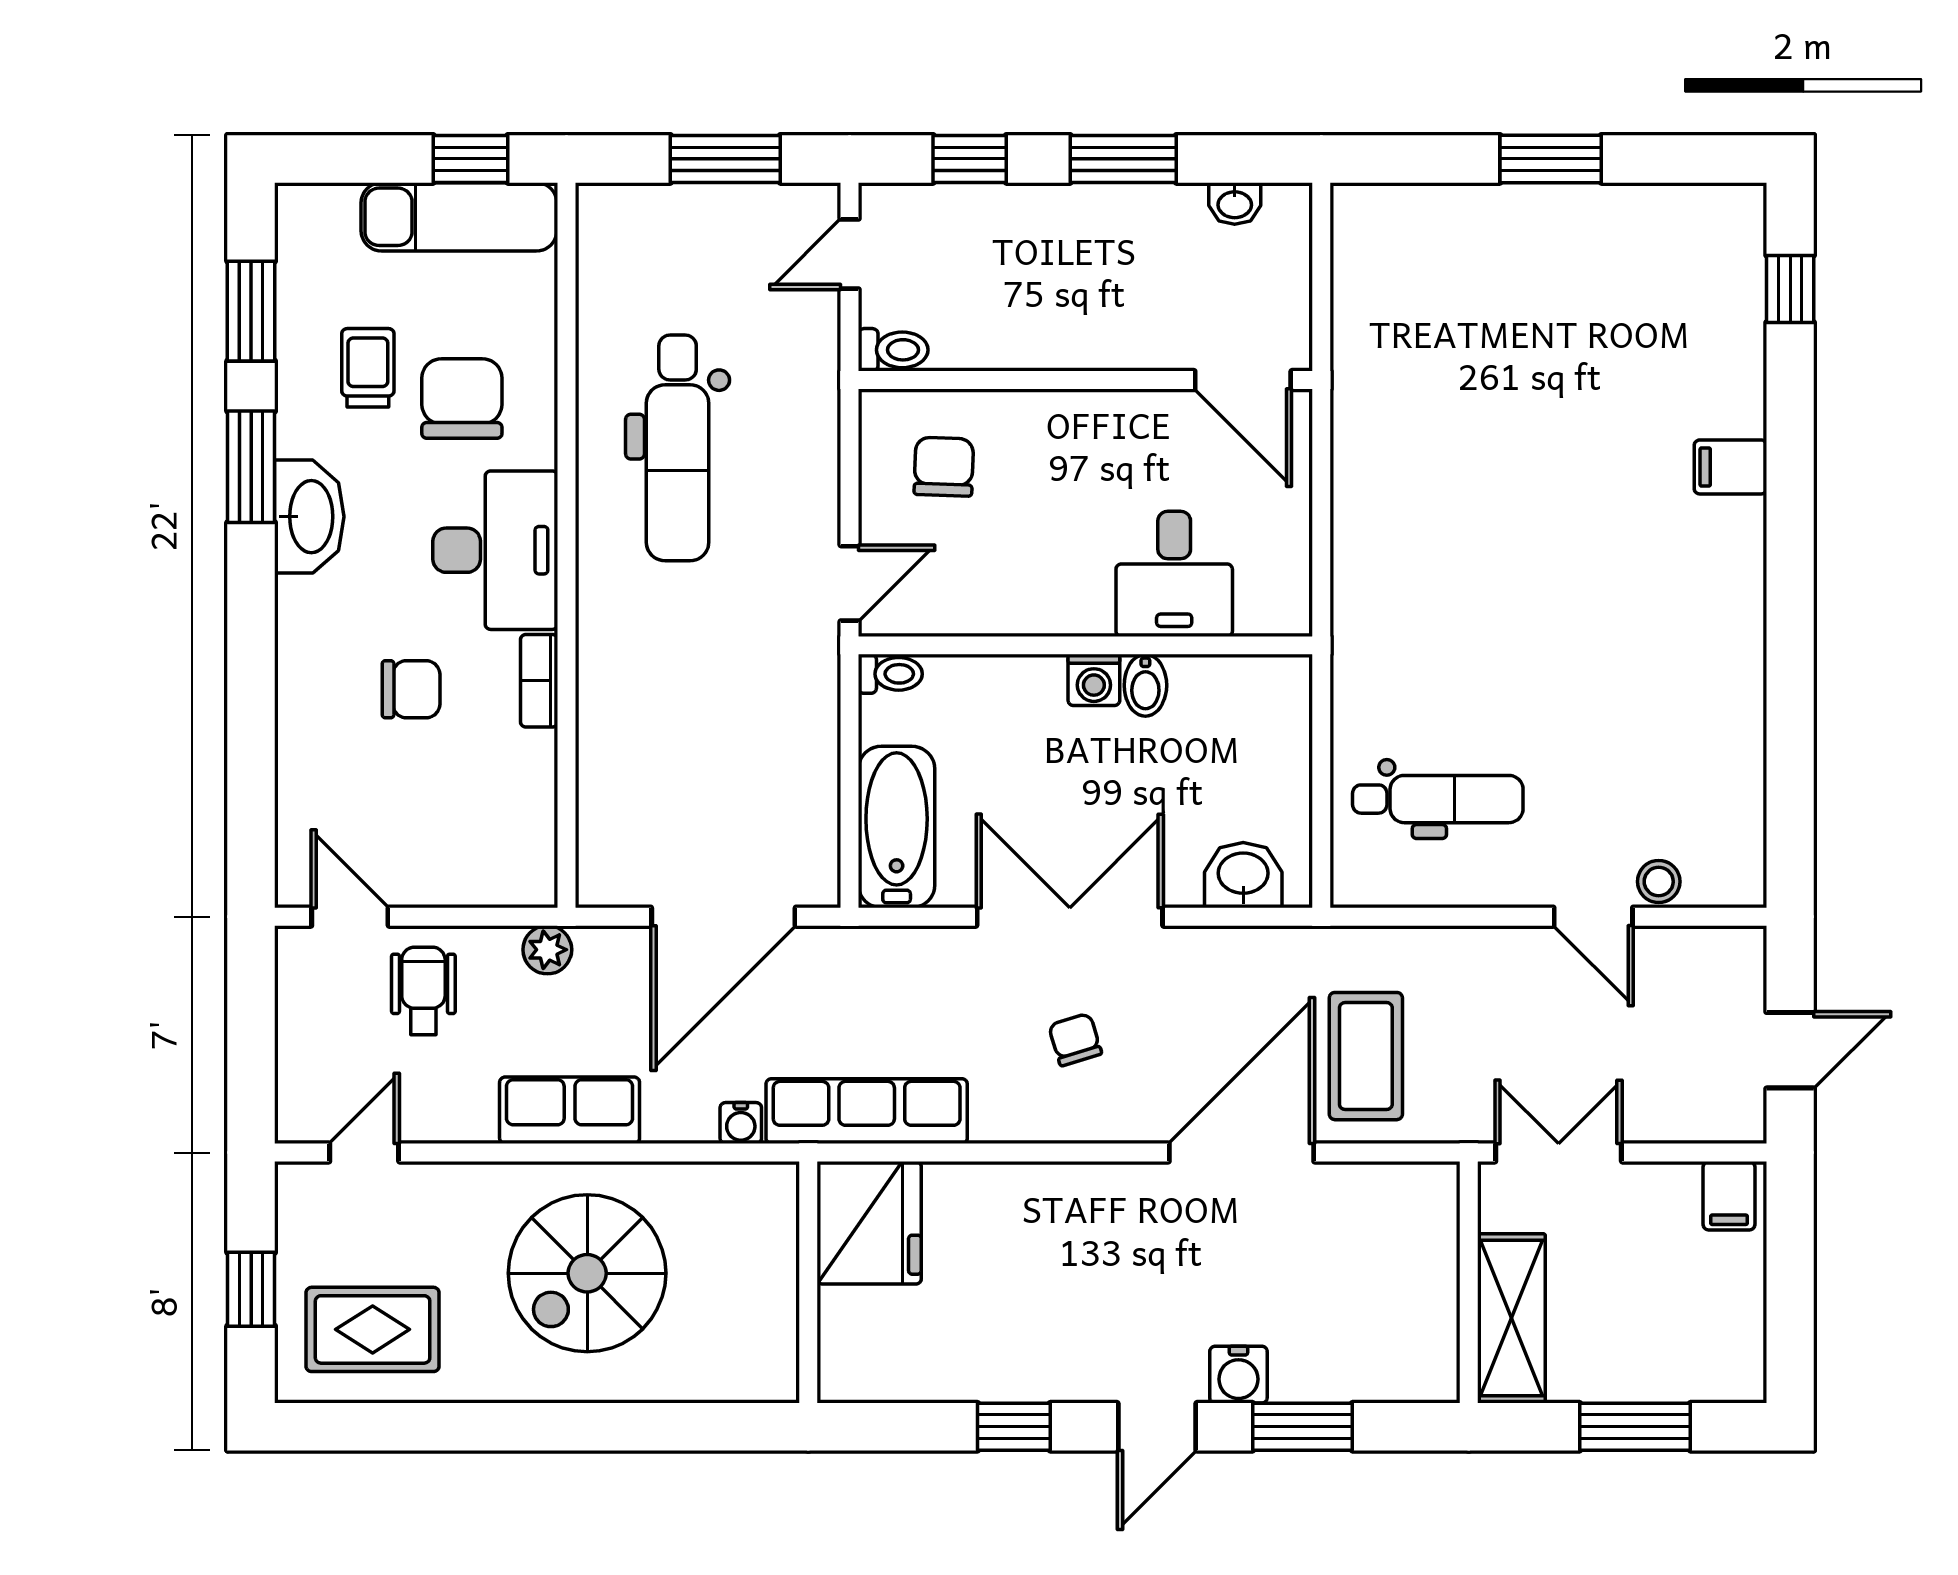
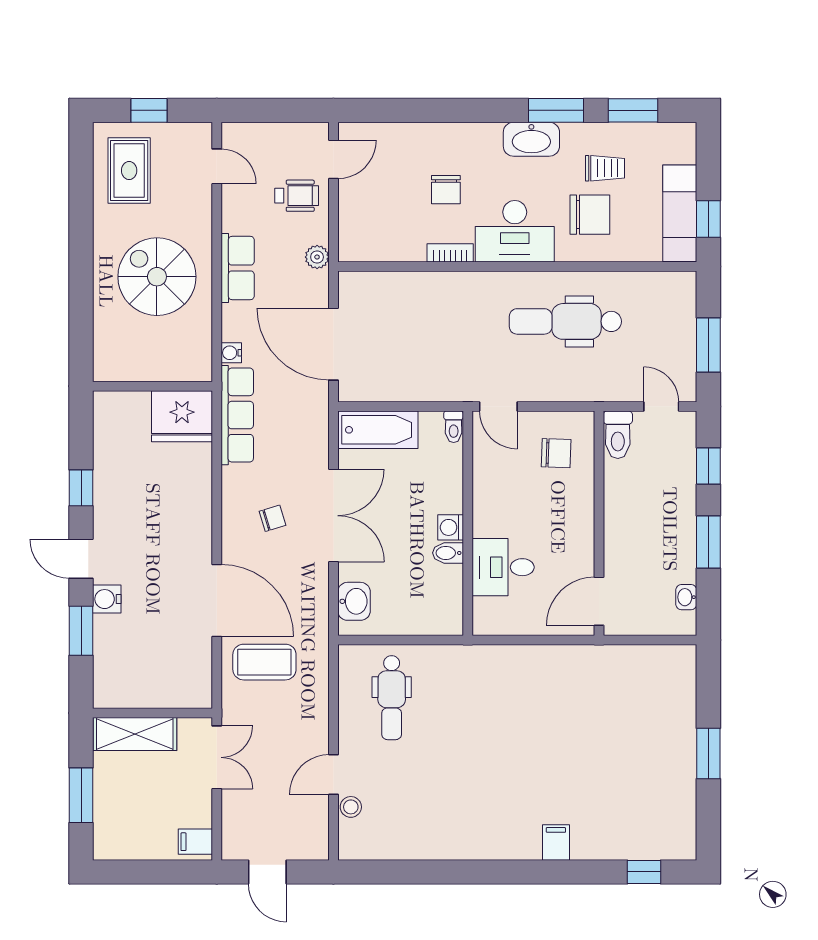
toilet: (893, 350) -> (618, 435), width x1.37, depth x1.39

